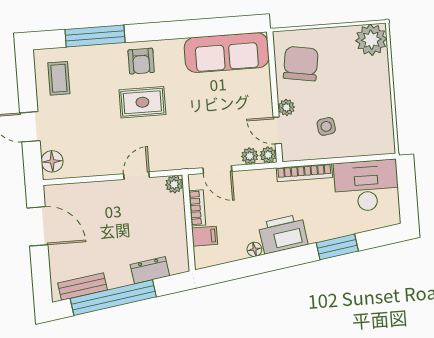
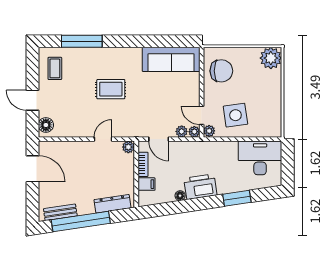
armchair: (141, 61) -> (112, 61), removed
chair: (301, 64) -> (221, 71), turned 81
plant: (286, 107) -> (209, 131), moved
side table: (326, 126) -> (235, 115), width x1.87, depth x1.87
bookcase: (304, 173) -> (218, 146), removed
dresser: (150, 270) -> (113, 204), width x1.44

